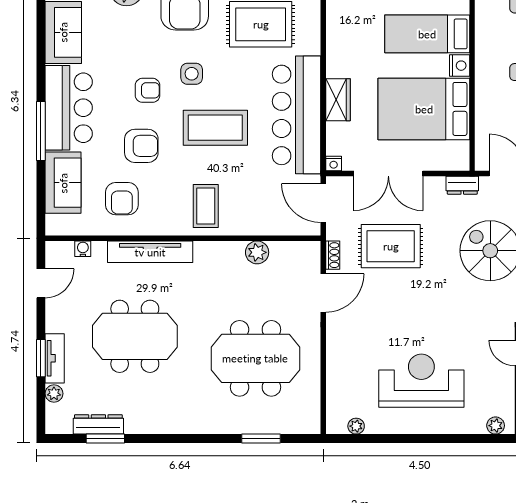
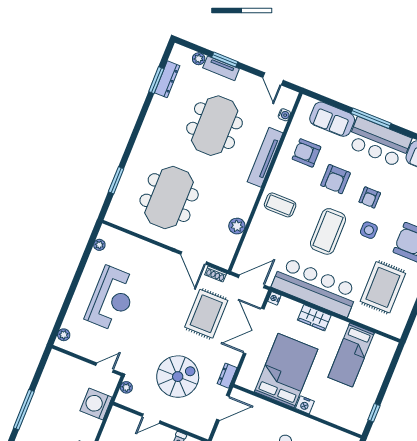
bed: (427, 34) -> (351, 355), moved, turned 180

